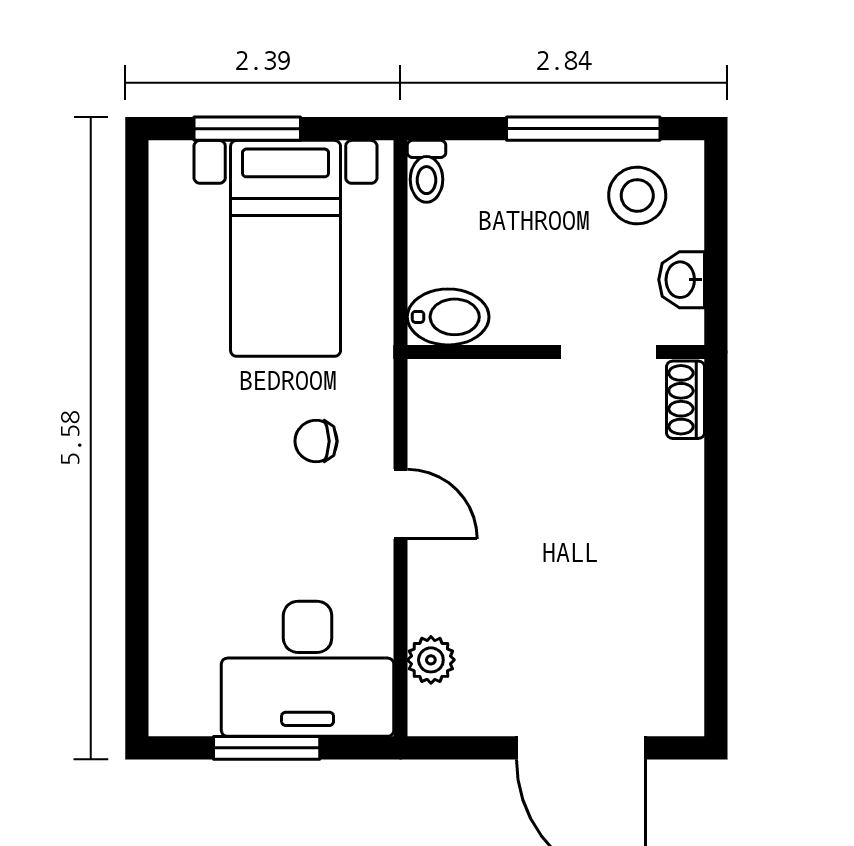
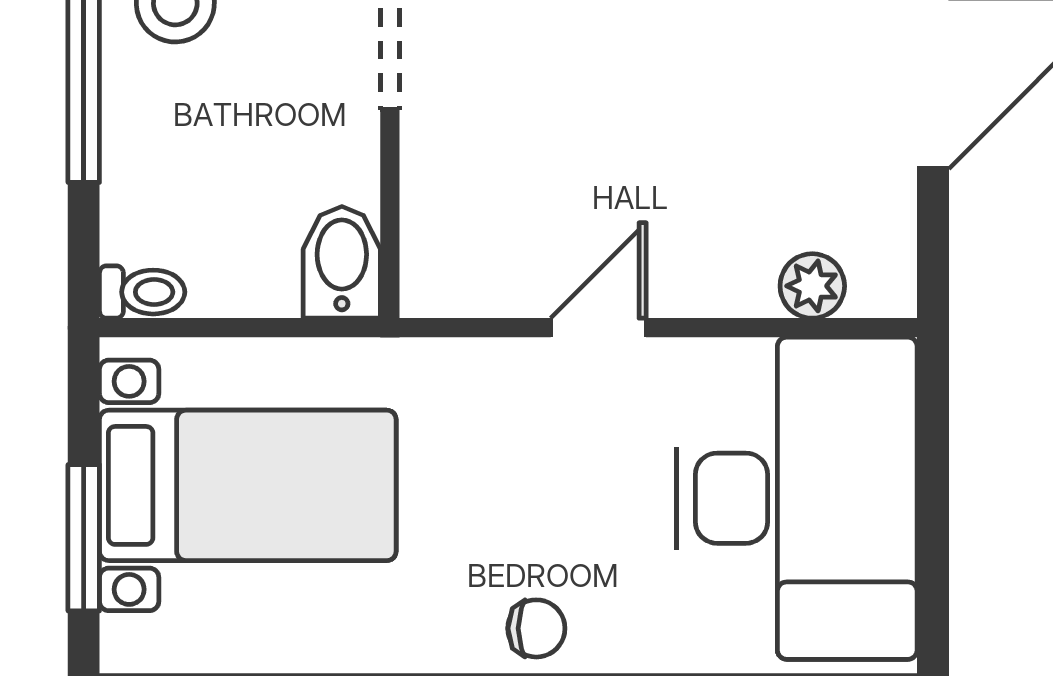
chair: (316, 441) -> (536, 628), moved, turned -90
desk: (308, 669) -> (797, 498), width x1.36, depth x1.30
window: (267, 748) -> (933, 511), removed

